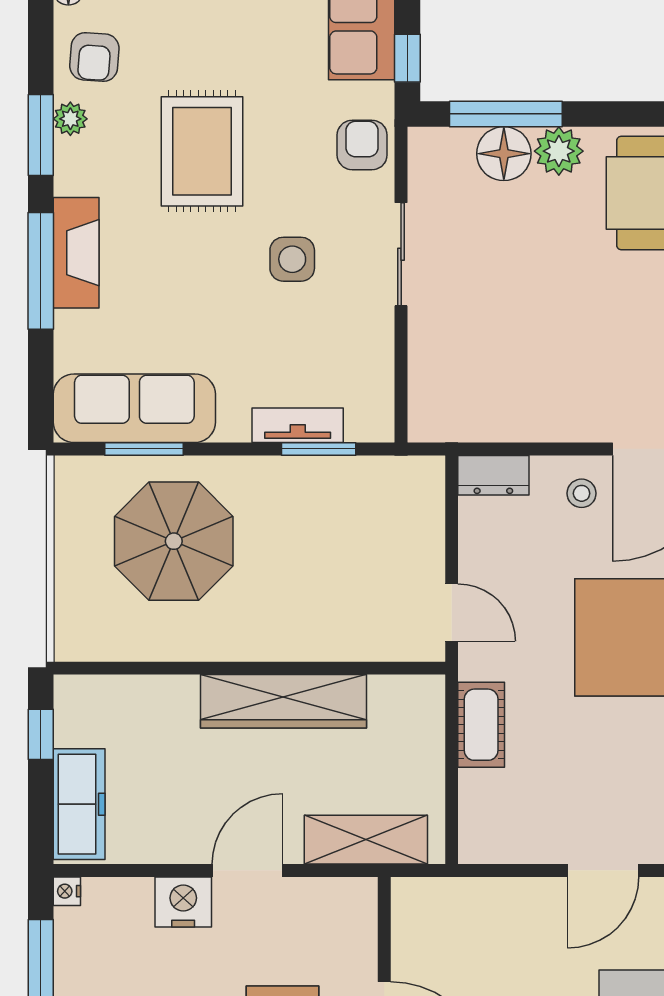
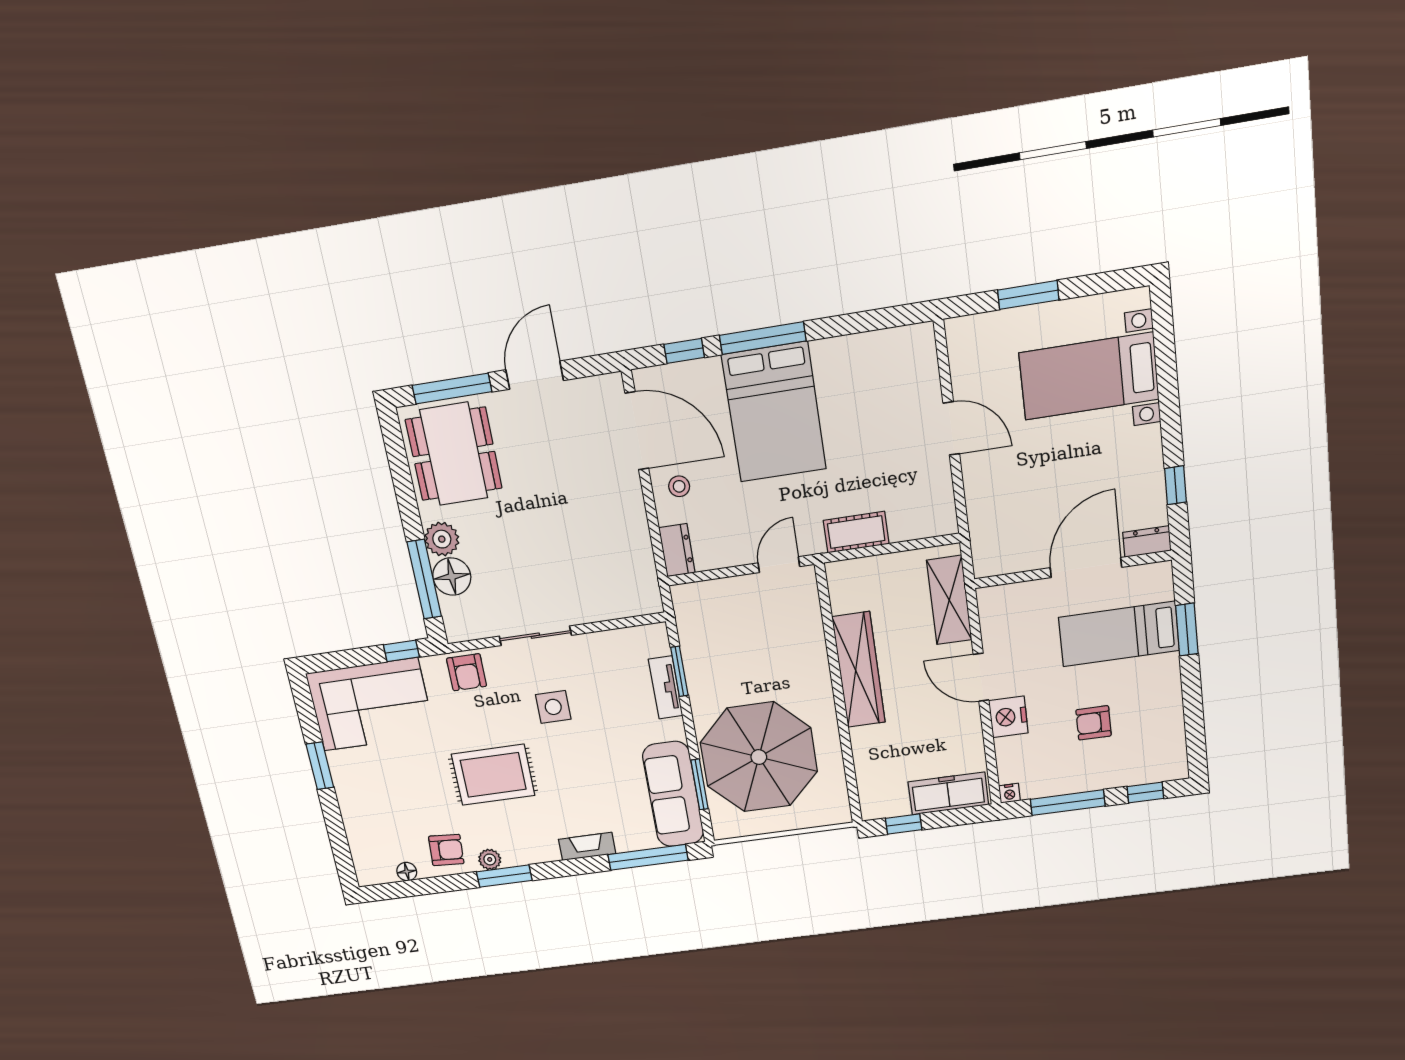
armchair: (362, 145) -> (467, 672), turned -90
fireplace: (76, 253) -> (587, 846), width x0.73, depth x0.76
window: (41, 271) -> (648, 857), moved
parasol: (174, 541) -> (759, 757), width x1.36, depth x1.36

